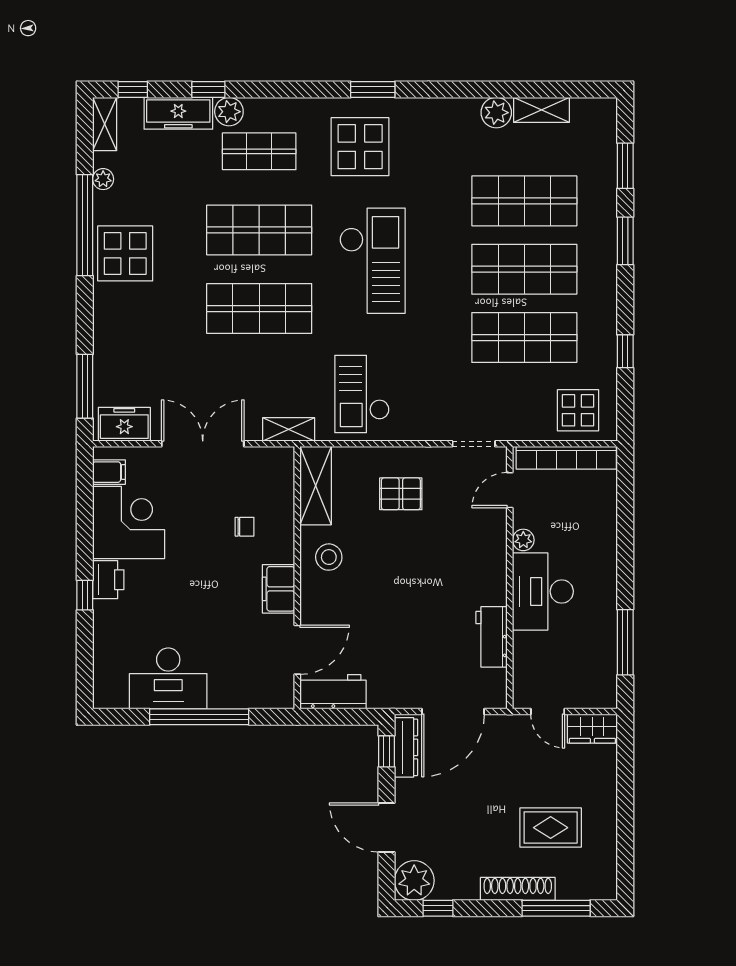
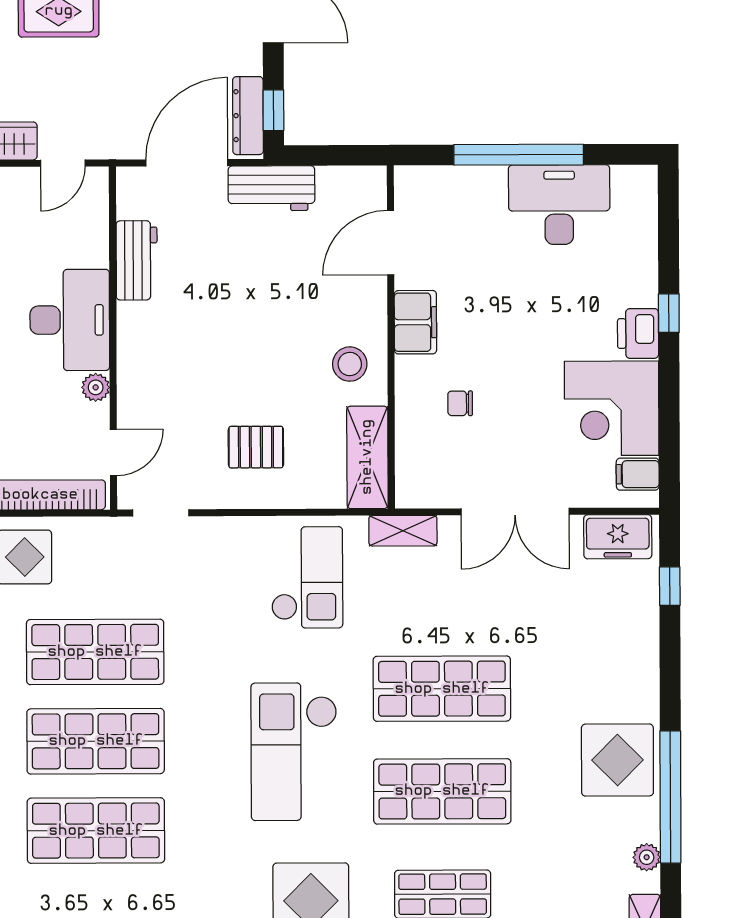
window: (85, 386) -> (670, 586), width x0.46
workbench: (333, 692) -> (271, 188), moved
door: (548, 711) -> (63, 163), swing flipped

